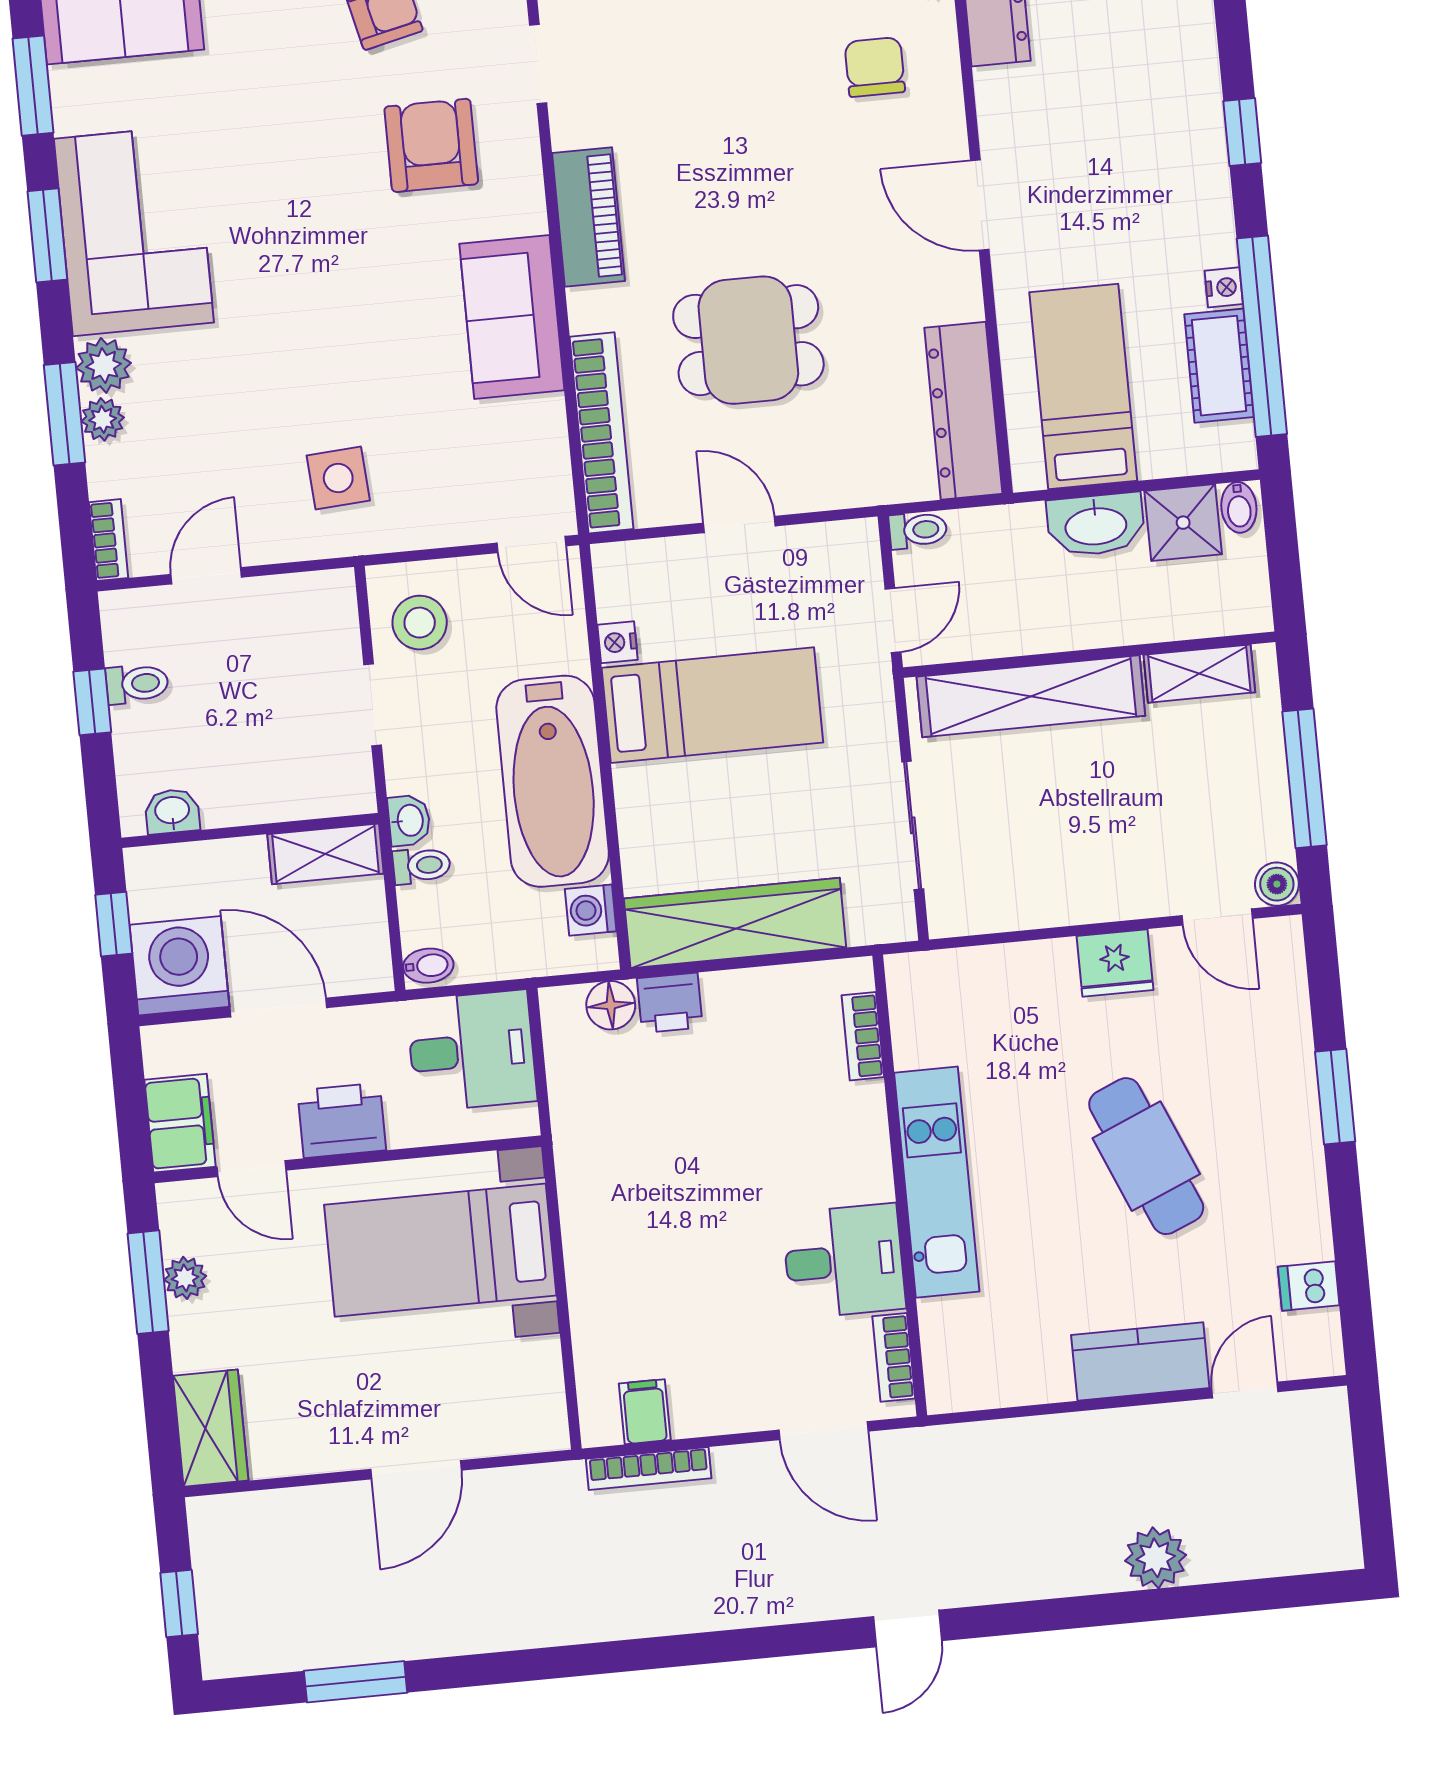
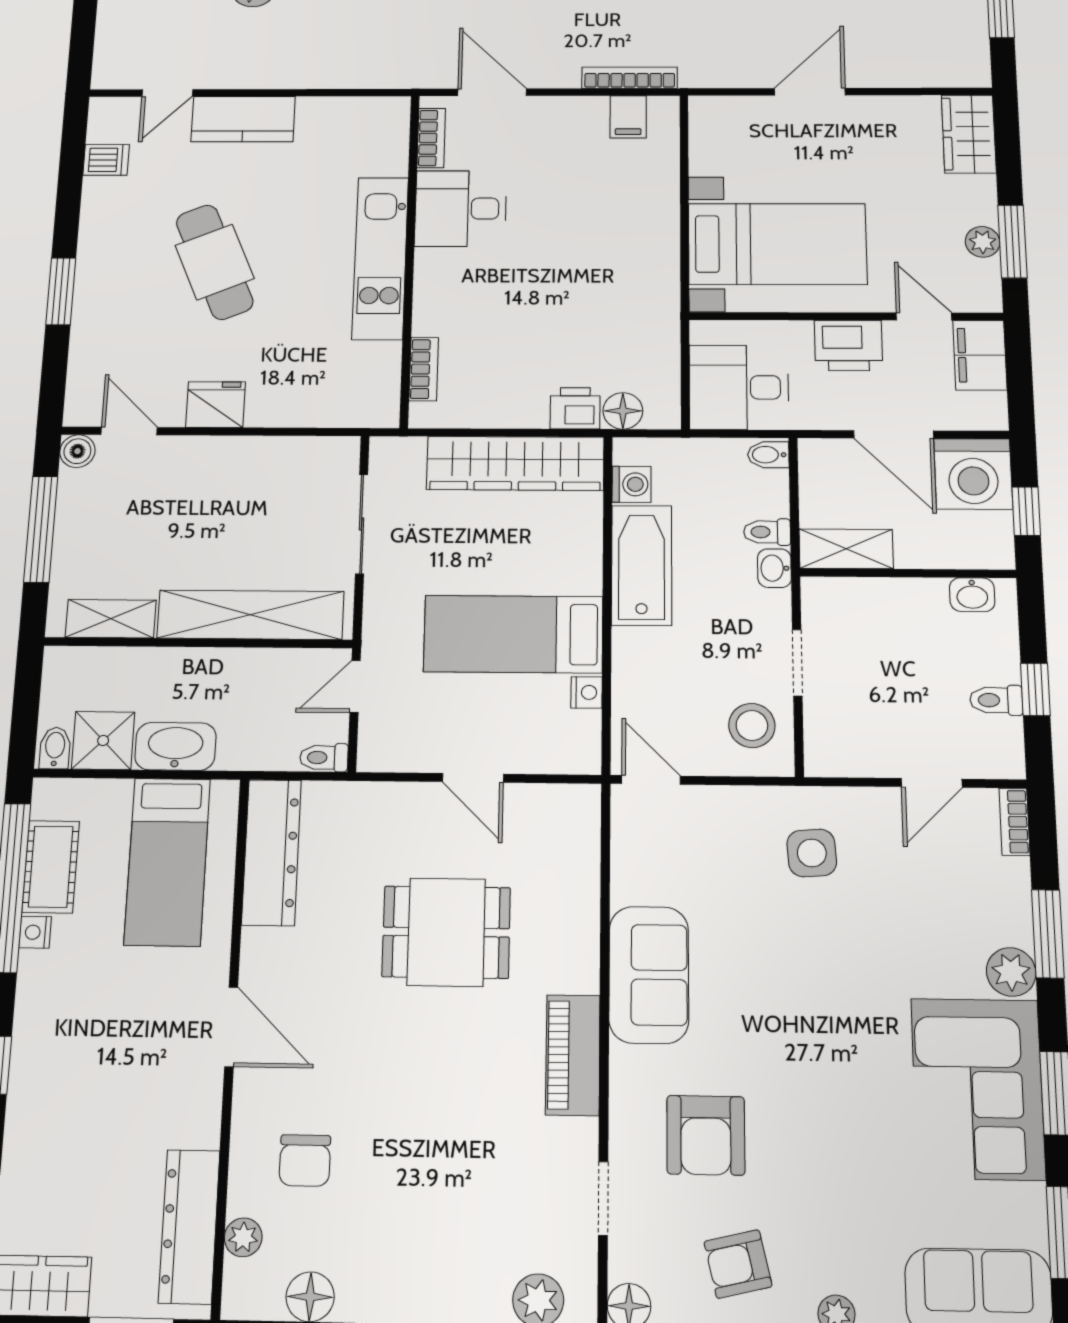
plant: (103, 419) -> (1014, 925), removed
bookcase: (602, 433) -> (581, 867), removed
bathtub: (553, 781) -> (642, 565), width x0.73, depth x0.73

